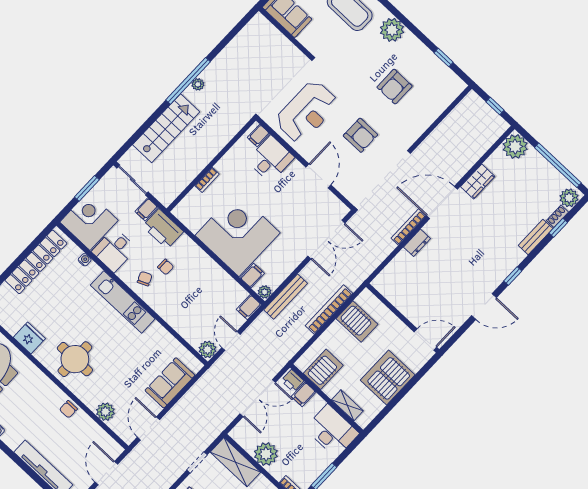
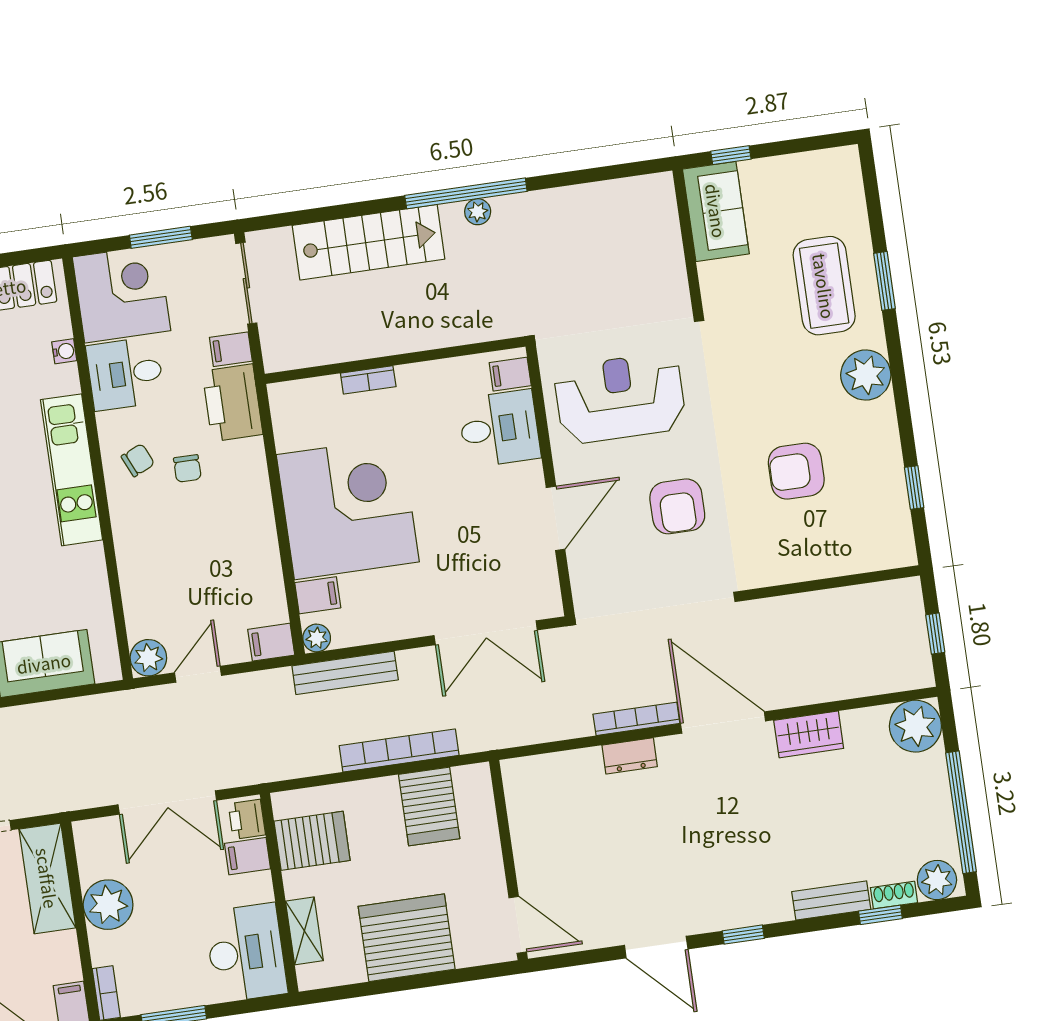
reception desk: (307, 112) -> (620, 398), turned 180

